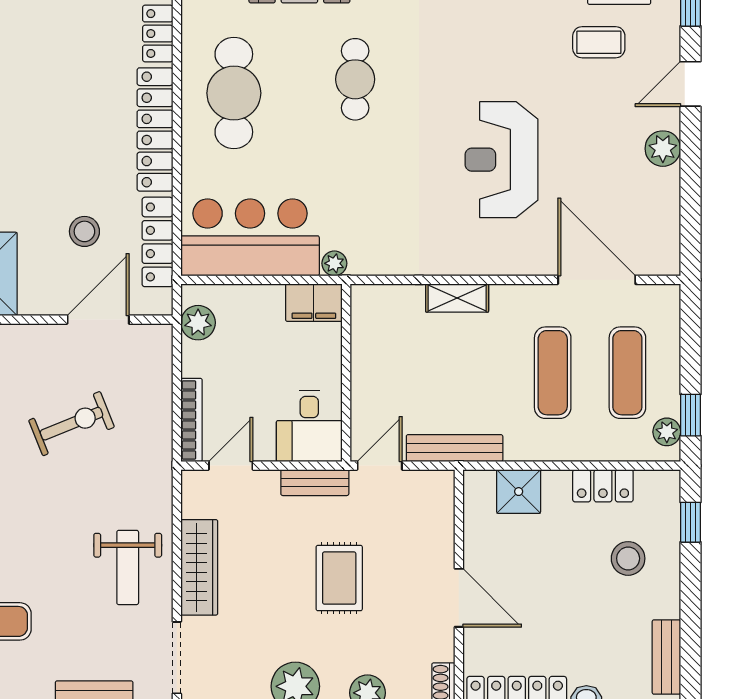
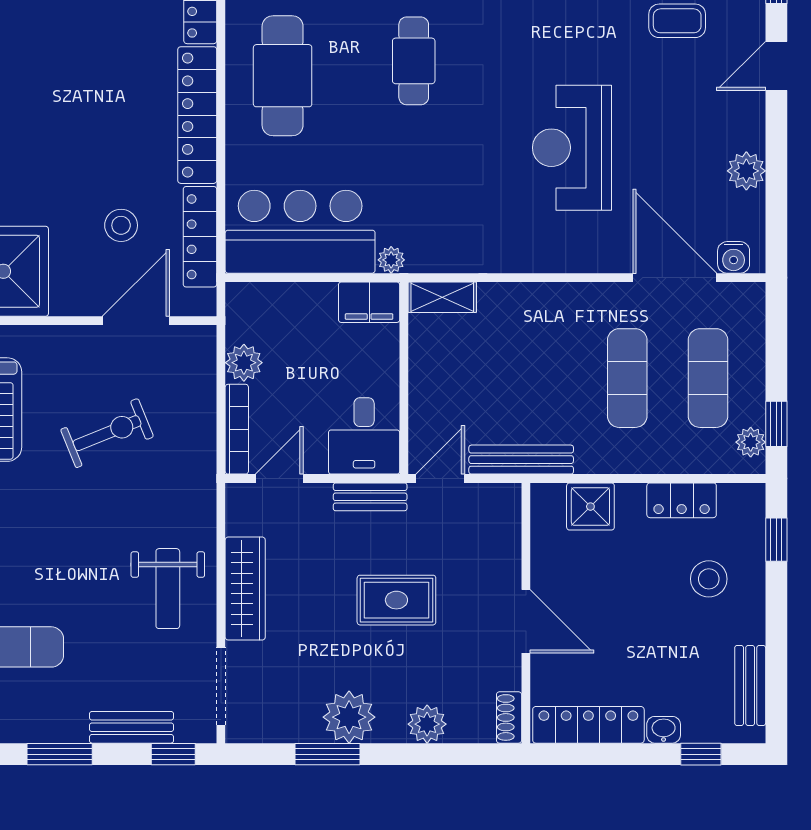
plant: (663, 149) -> (746, 171), moved
water cooler: (651, 261) -> (734, 257), added
shelving: (457, 298) -> (442, 297), moved
plant: (198, 323) -> (244, 363), moved
rug: (339, 578) -> (396, 600), turned 90

